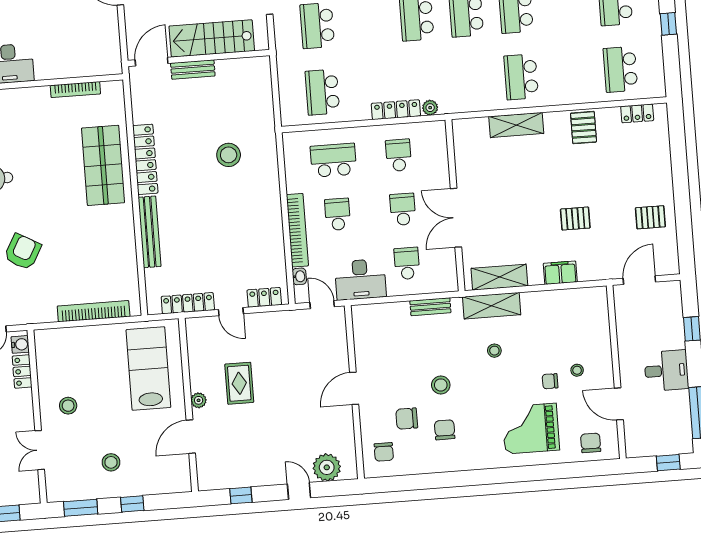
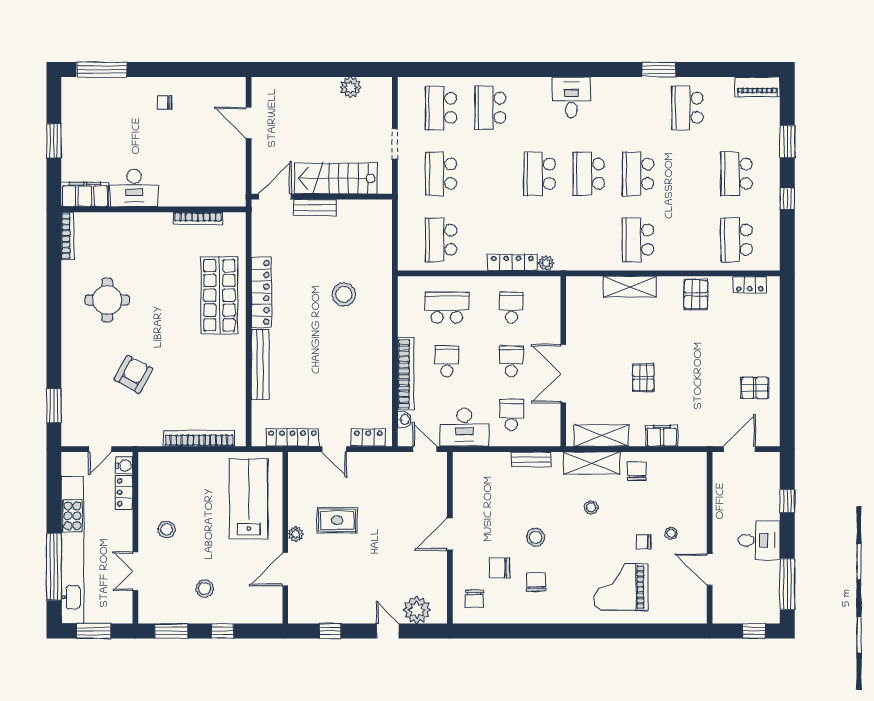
pallet: (575, 219) -> (643, 378), moved, turned 90
rug: (239, 383) -> (337, 520), turned 90
chair: (591, 443) -> (637, 471), moved

